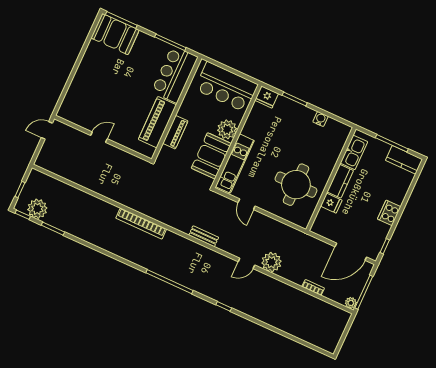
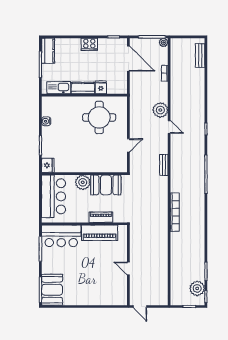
kitchen unit: (235, 164) -> (104, 166), removed
bench: (315, 340) -> (200, 56), added

